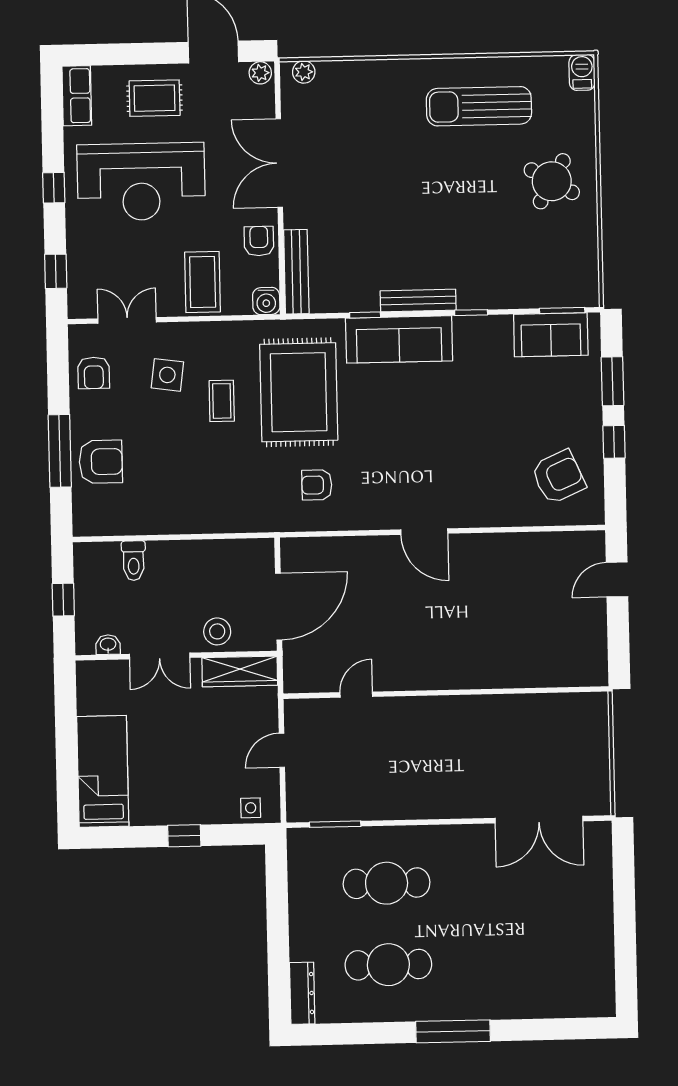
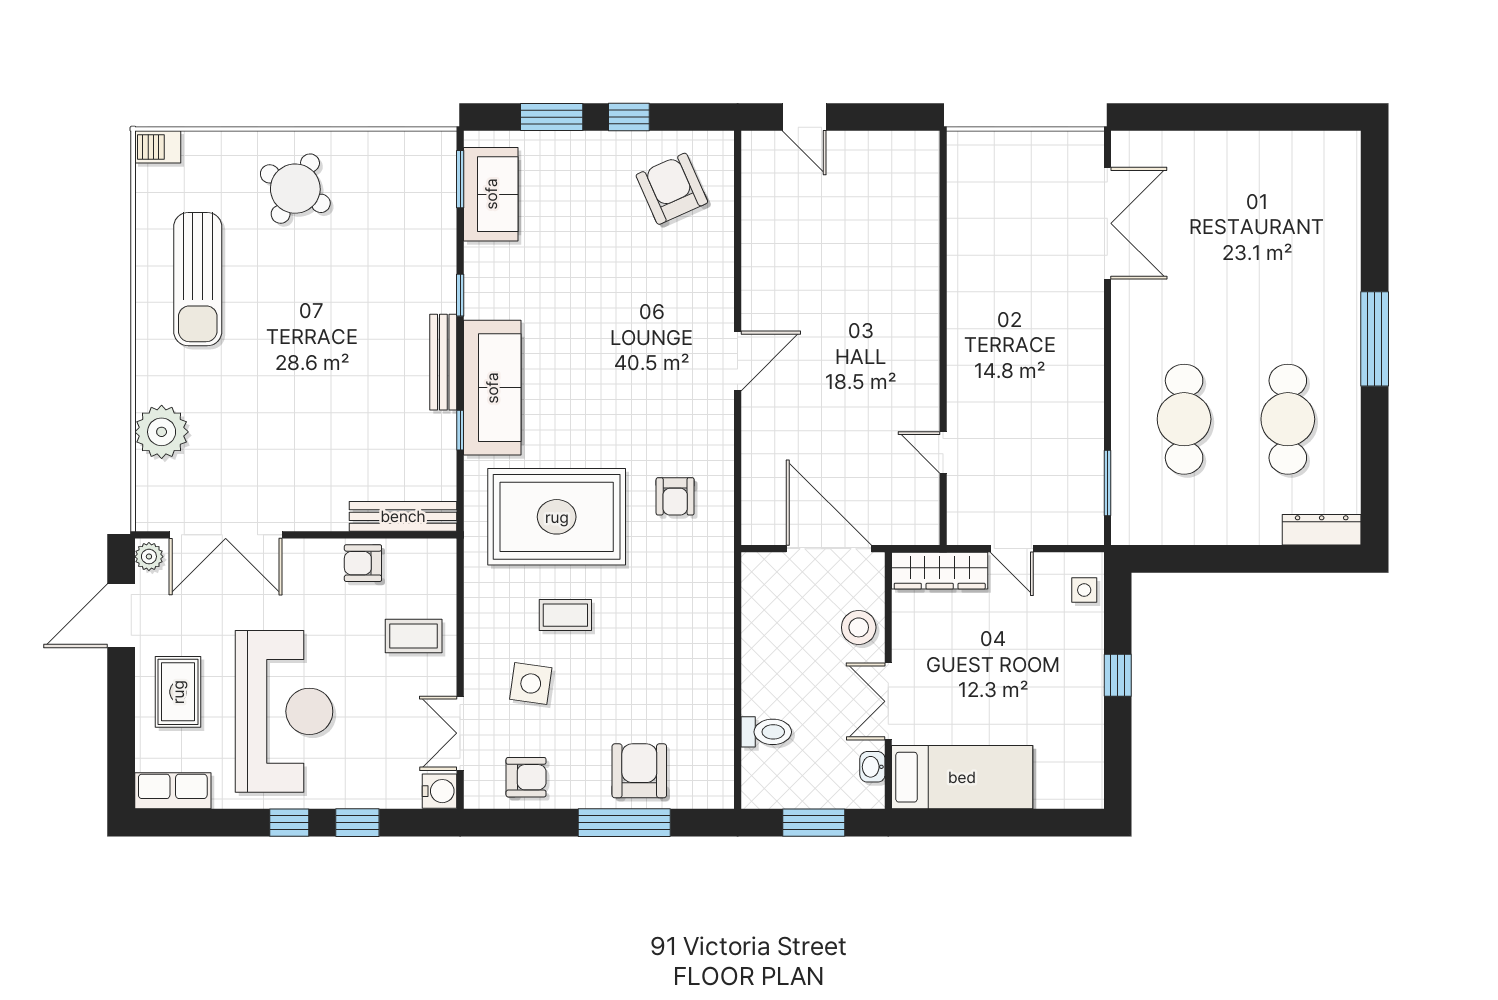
plant: (304, 72) -> (162, 432), moved, width x1.88, depth x1.88
double door: (279, 163) -> (226, 535), moved
window: (56, 271) -> (357, 823), moved
coffee table: (203, 282) -> (414, 636), width x0.73, depth x0.77
water cooler: (266, 301) -> (440, 791), moved
window: (63, 600) -> (814, 823), width x1.50
double door: (160, 656) -> (888, 701), swing flipped
wardrobe: (240, 671) -> (940, 571), moved, turned 90
bed: (103, 771) -> (962, 777), moved, turned 180

